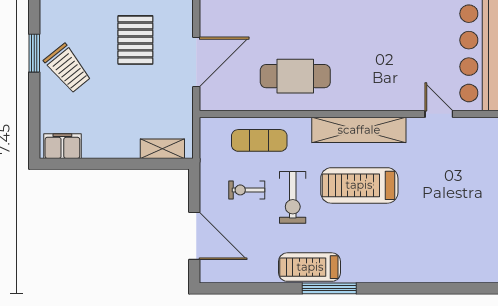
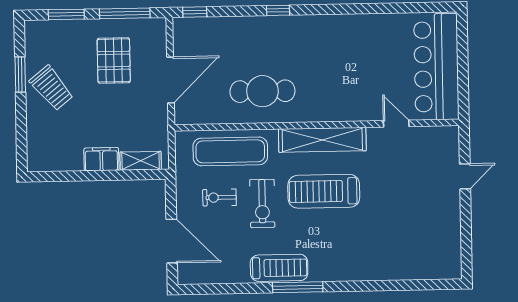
exercise mat: (259, 140) -> (230, 151), width x1.36, depth x1.45
filing cabinet: (62, 146) -> (101, 159), moved
treadmill: (310, 267) -> (279, 268), turned 180

